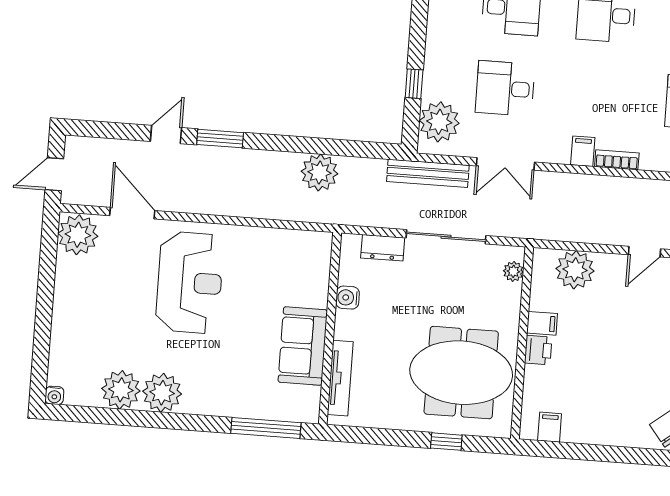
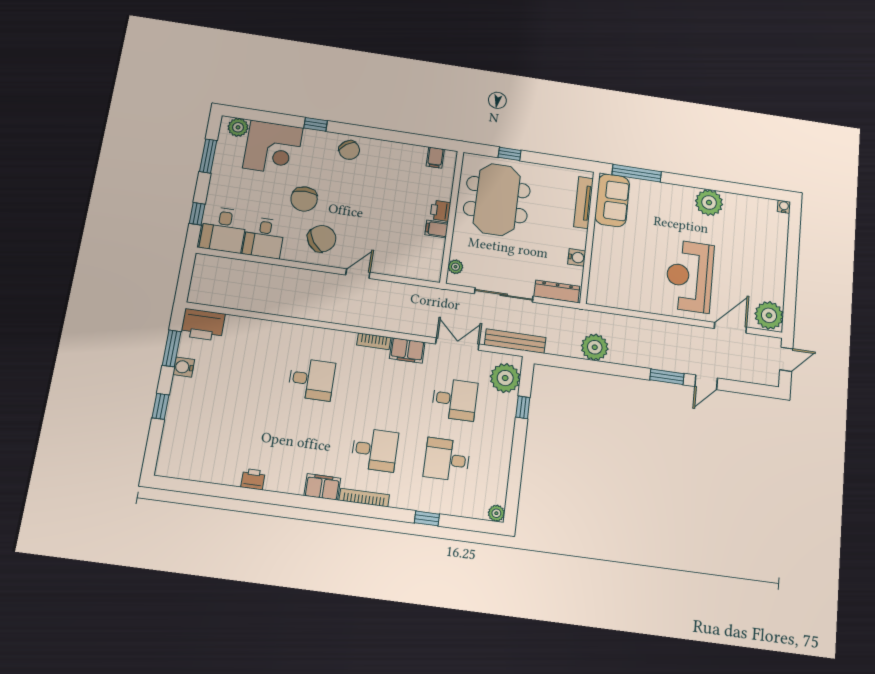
filing cabinet: (583, 151) -> (407, 350), width x2.00
door: (132, 213) -> (730, 328), swing flipped
dresser: (383, 248) -> (557, 291), width x1.44
plant: (575, 270) -> (410, 265), removed
sofa: (303, 346) -> (612, 200), moved
meeting table: (461, 373) -> (497, 200), turned 90
plant: (121, 390) -> (738, 207), removed

